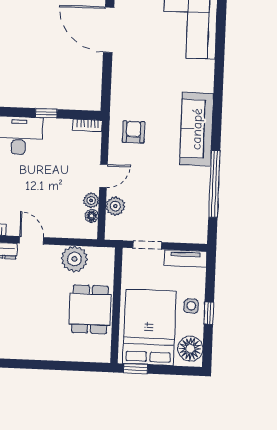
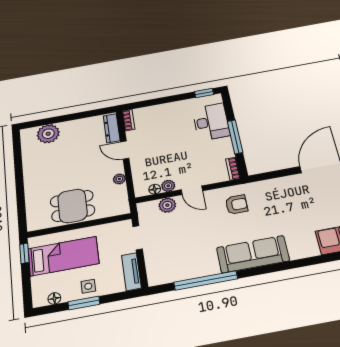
window: (46, 113) -> (235, 137), width x2.17
door: (31, 240) -> (125, 150), swing flipped
plant: (74, 259) -> (119, 179), width x0.53, depth x0.53
window: (209, 313) -> (84, 303), width x1.50
bed: (149, 327) -> (63, 256), width x0.67
floor lamp: (190, 349) -> (54, 298), width x0.53, depth x0.53

